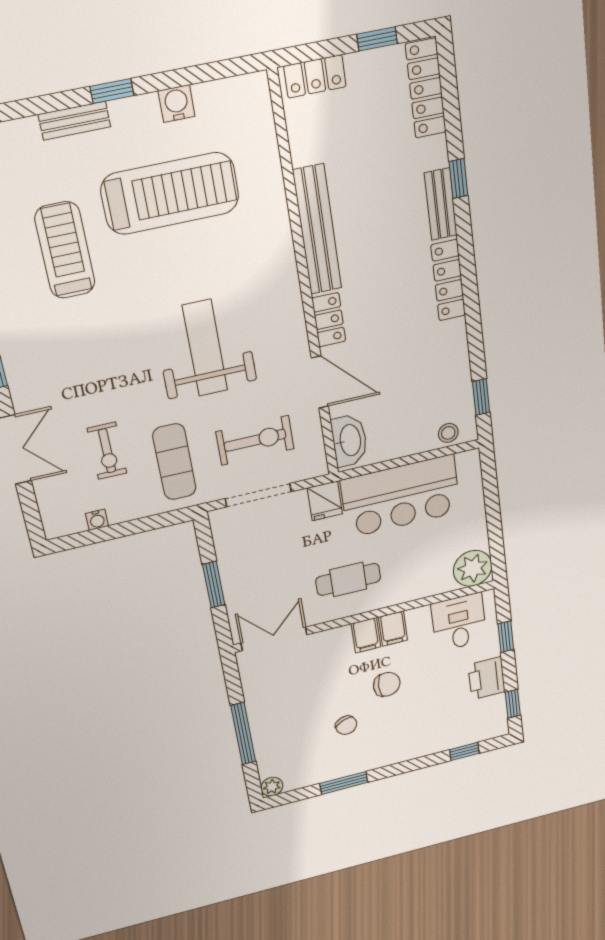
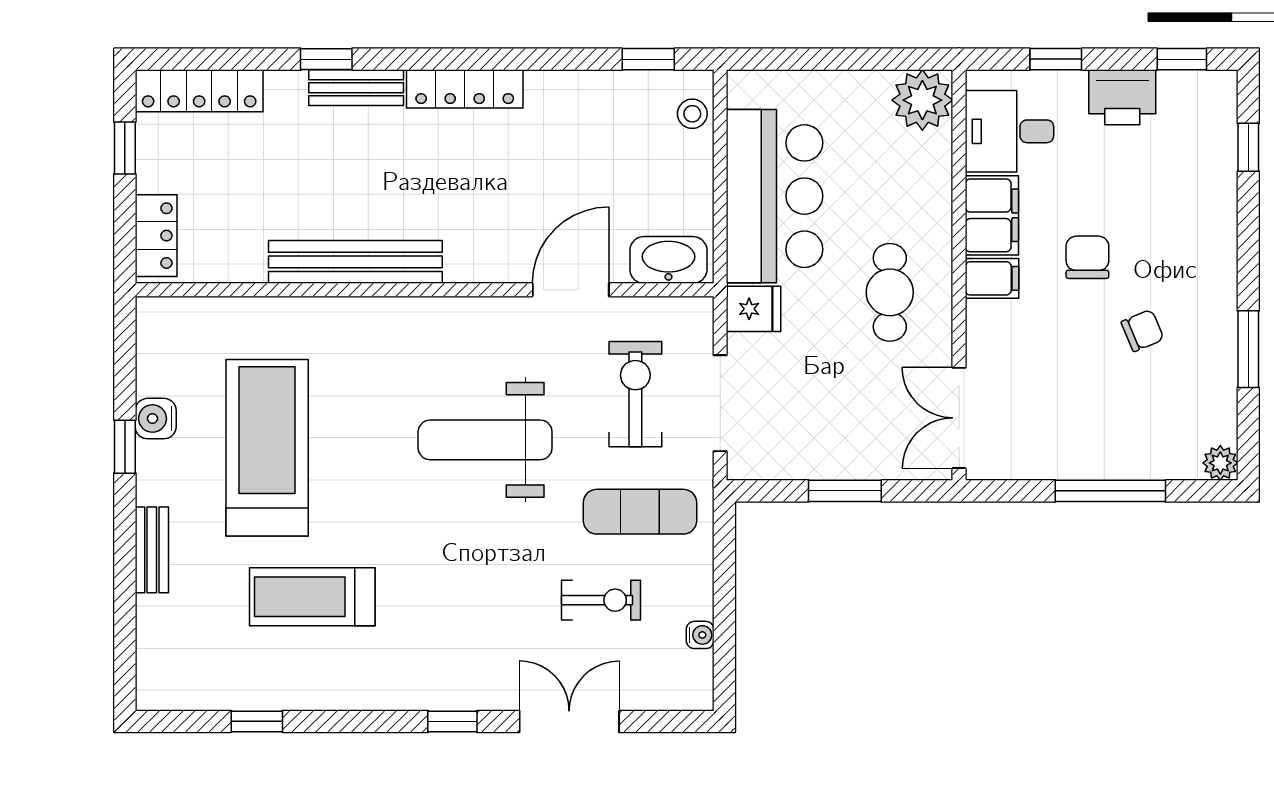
window: (112, 91) -> (125, 447), moved
locker: (329, 320) -> (483, 264), removed
filing cabinet: (393, 629) -> (992, 215), width x2.00

